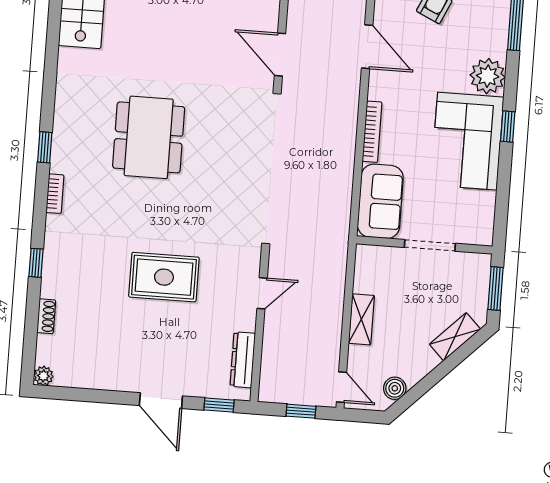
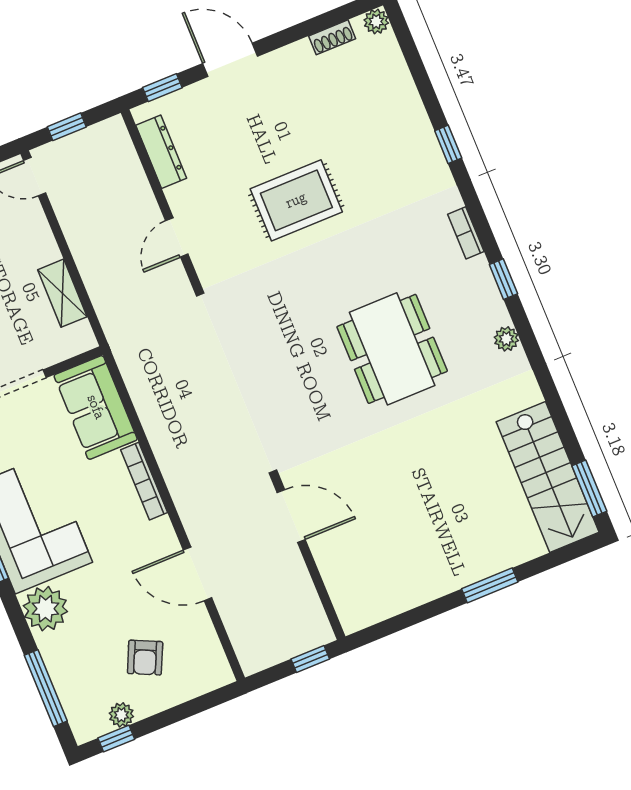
plant: (64, 104) -> (506, 339), added
shoe rack: (46, 316) -> (332, 37), moved, turned -90
shelving: (361, 319) -> (62, 293), moved

